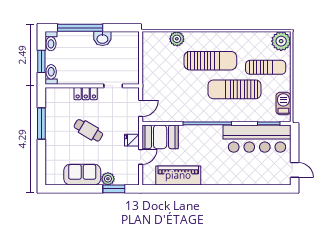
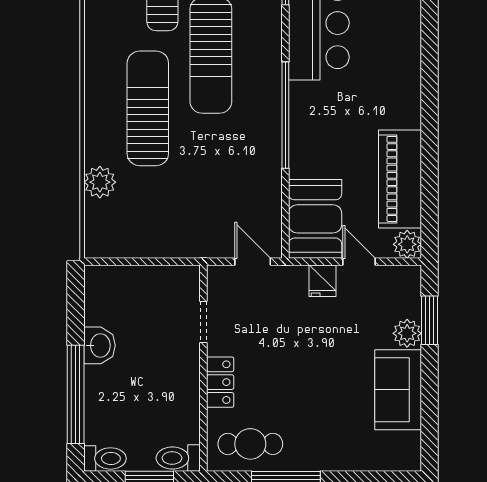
cafe table: (88, 130) -> (250, 444), moved, turned 59
plant: (148, 179) -> (407, 244), added

